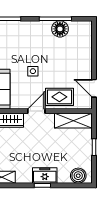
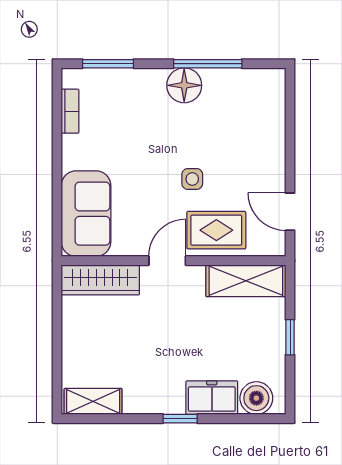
floor lamp: (60, 29) -> (184, 85), moved
side table: (33, 71) -> (192, 179), moved
freezer: (45, 175) -> (212, 398), moved

